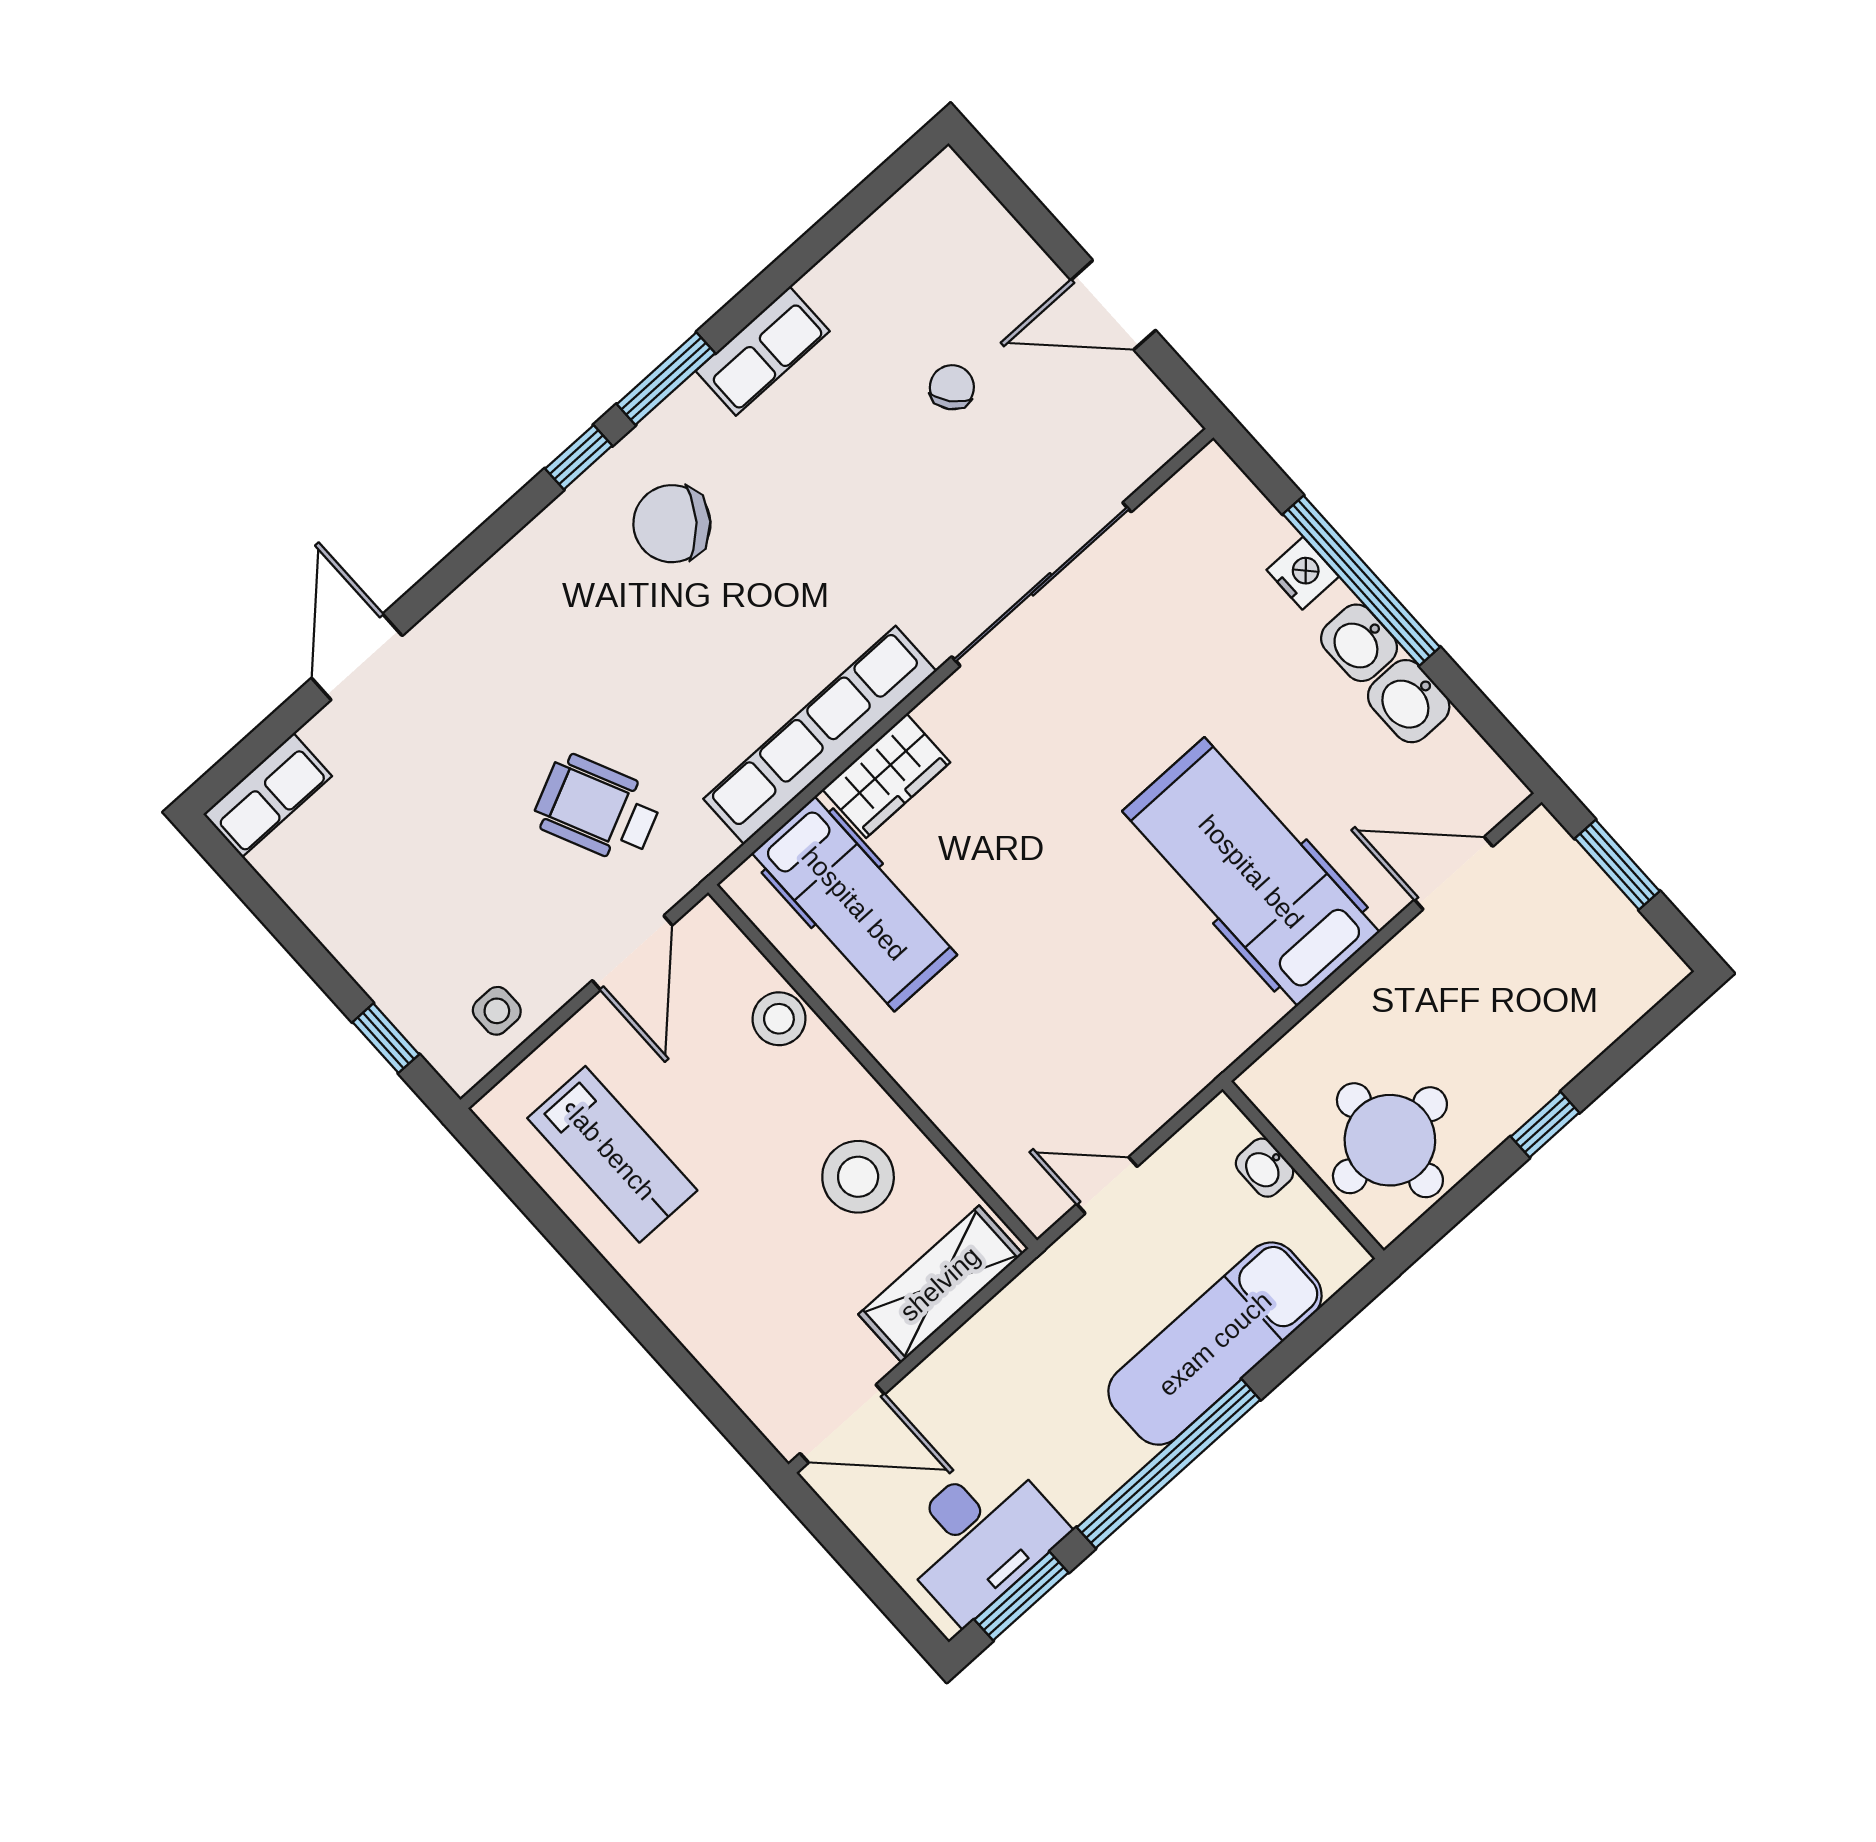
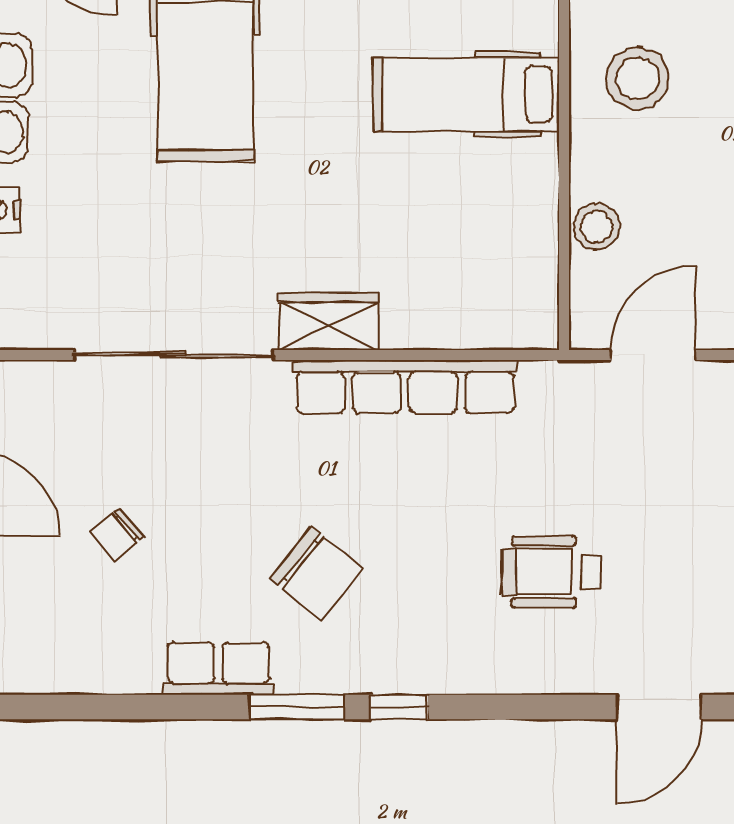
chair: (672, 524) -> (316, 574), moved
wardrobe: (886, 776) -> (328, 322), moved
wheelchair: (597, 809) -> (552, 572), moved, turned 115
hospital bed: (854, 904) -> (466, 94), moved, turned -90

